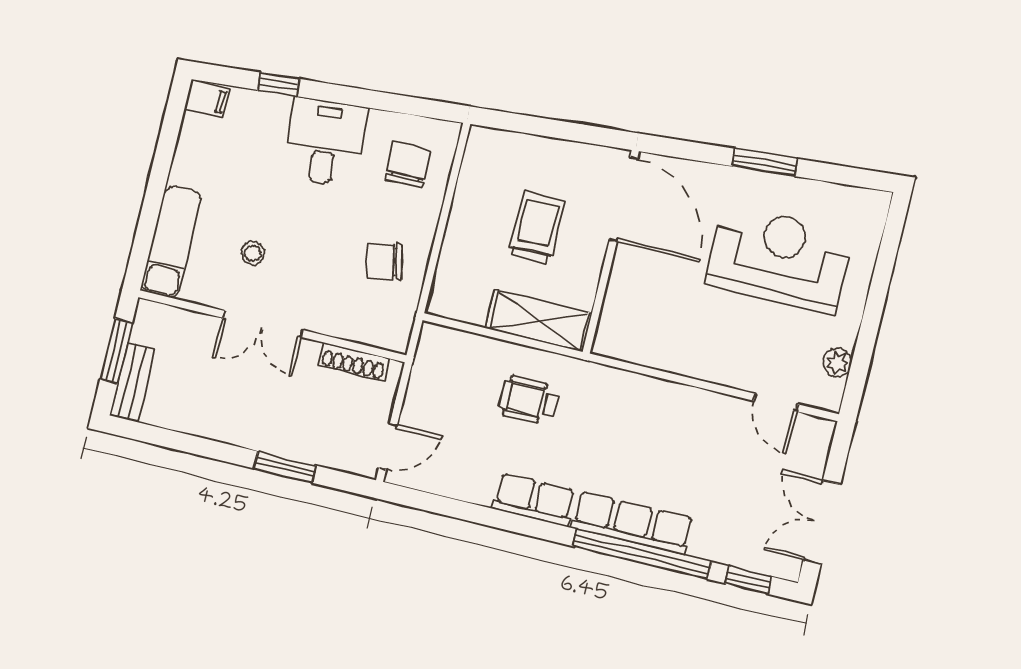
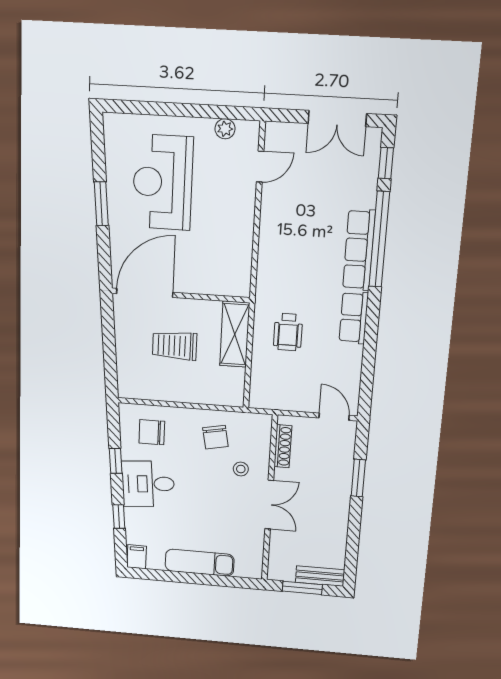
window: (370, 99) -> (116, 461), added
exam couch: (171, 242) -> (200, 563), moved
stool: (253, 253) -> (241, 469), moved

